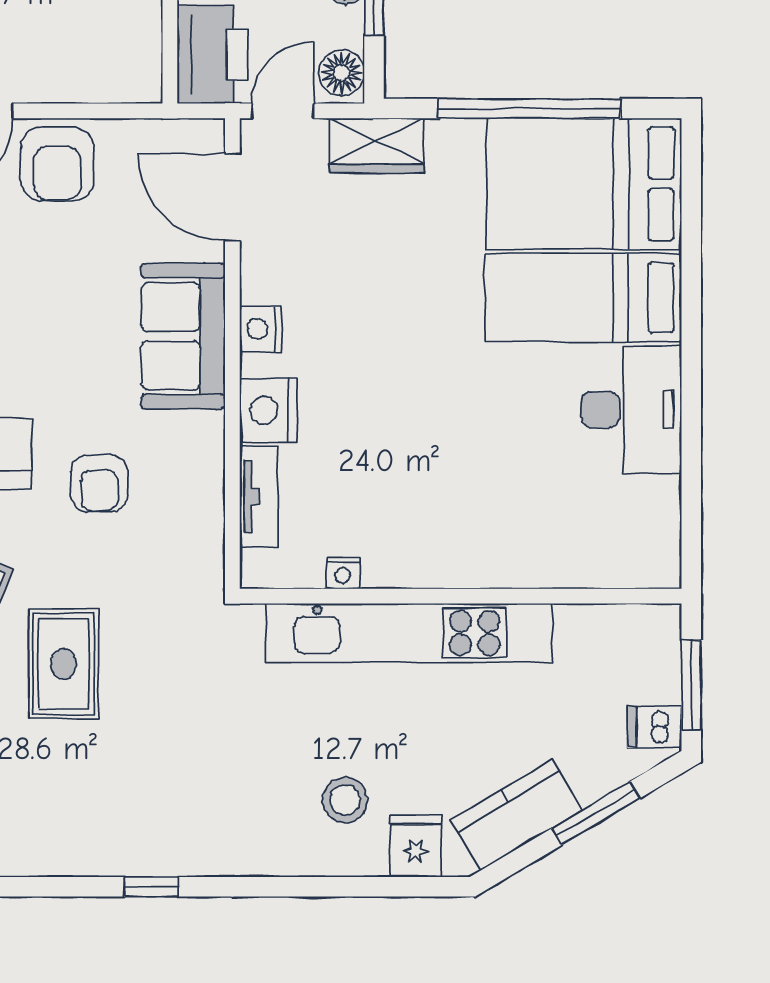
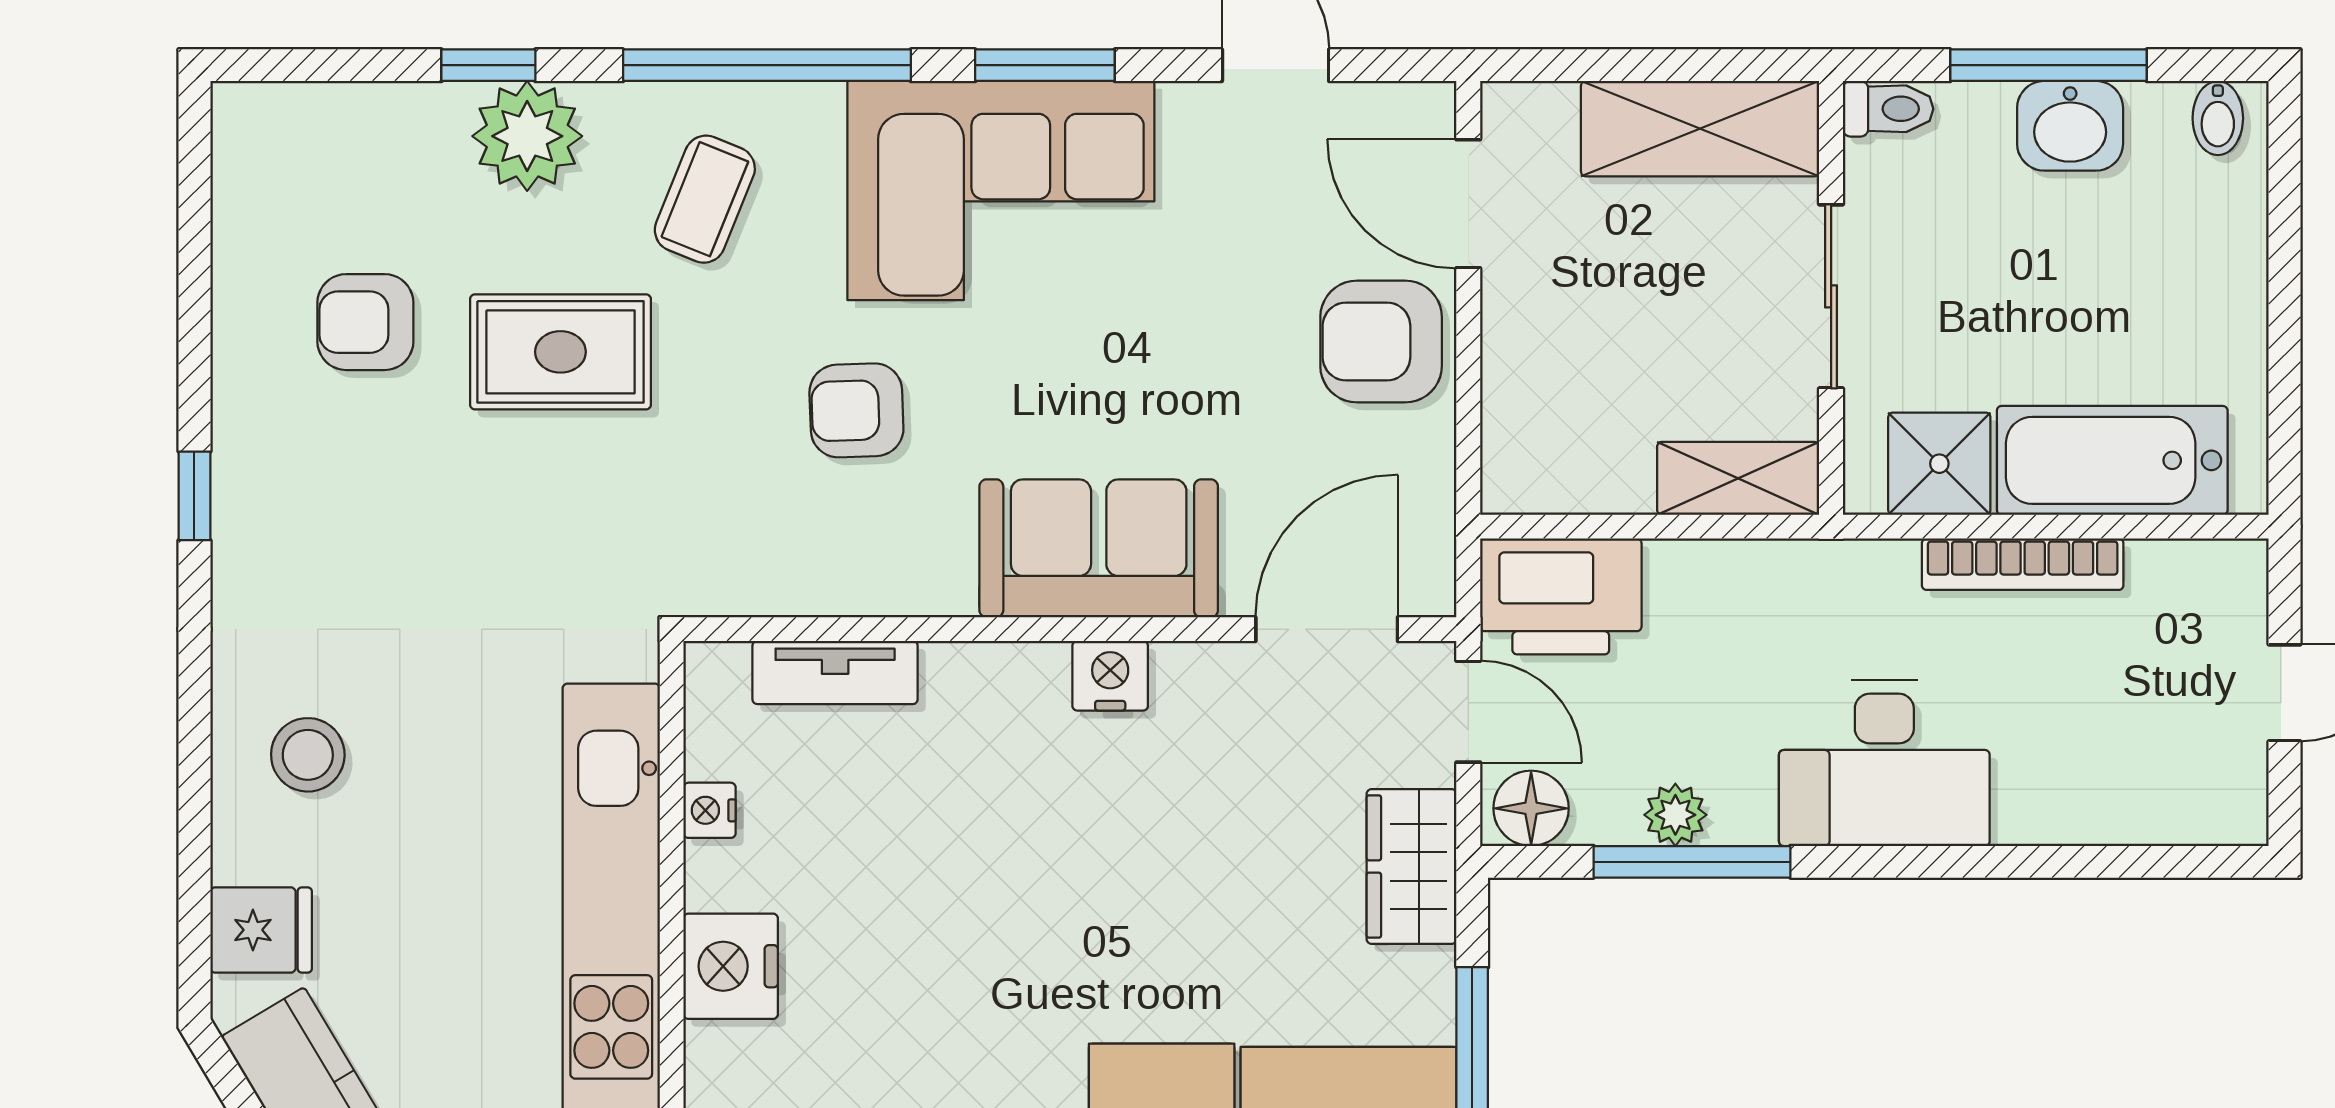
nightstand: (268, 410) -> (731, 966), moved, turned -90
armchair: (45, 783) -> (365, 322), added
stool: (345, 800) -> (308, 755), moved

